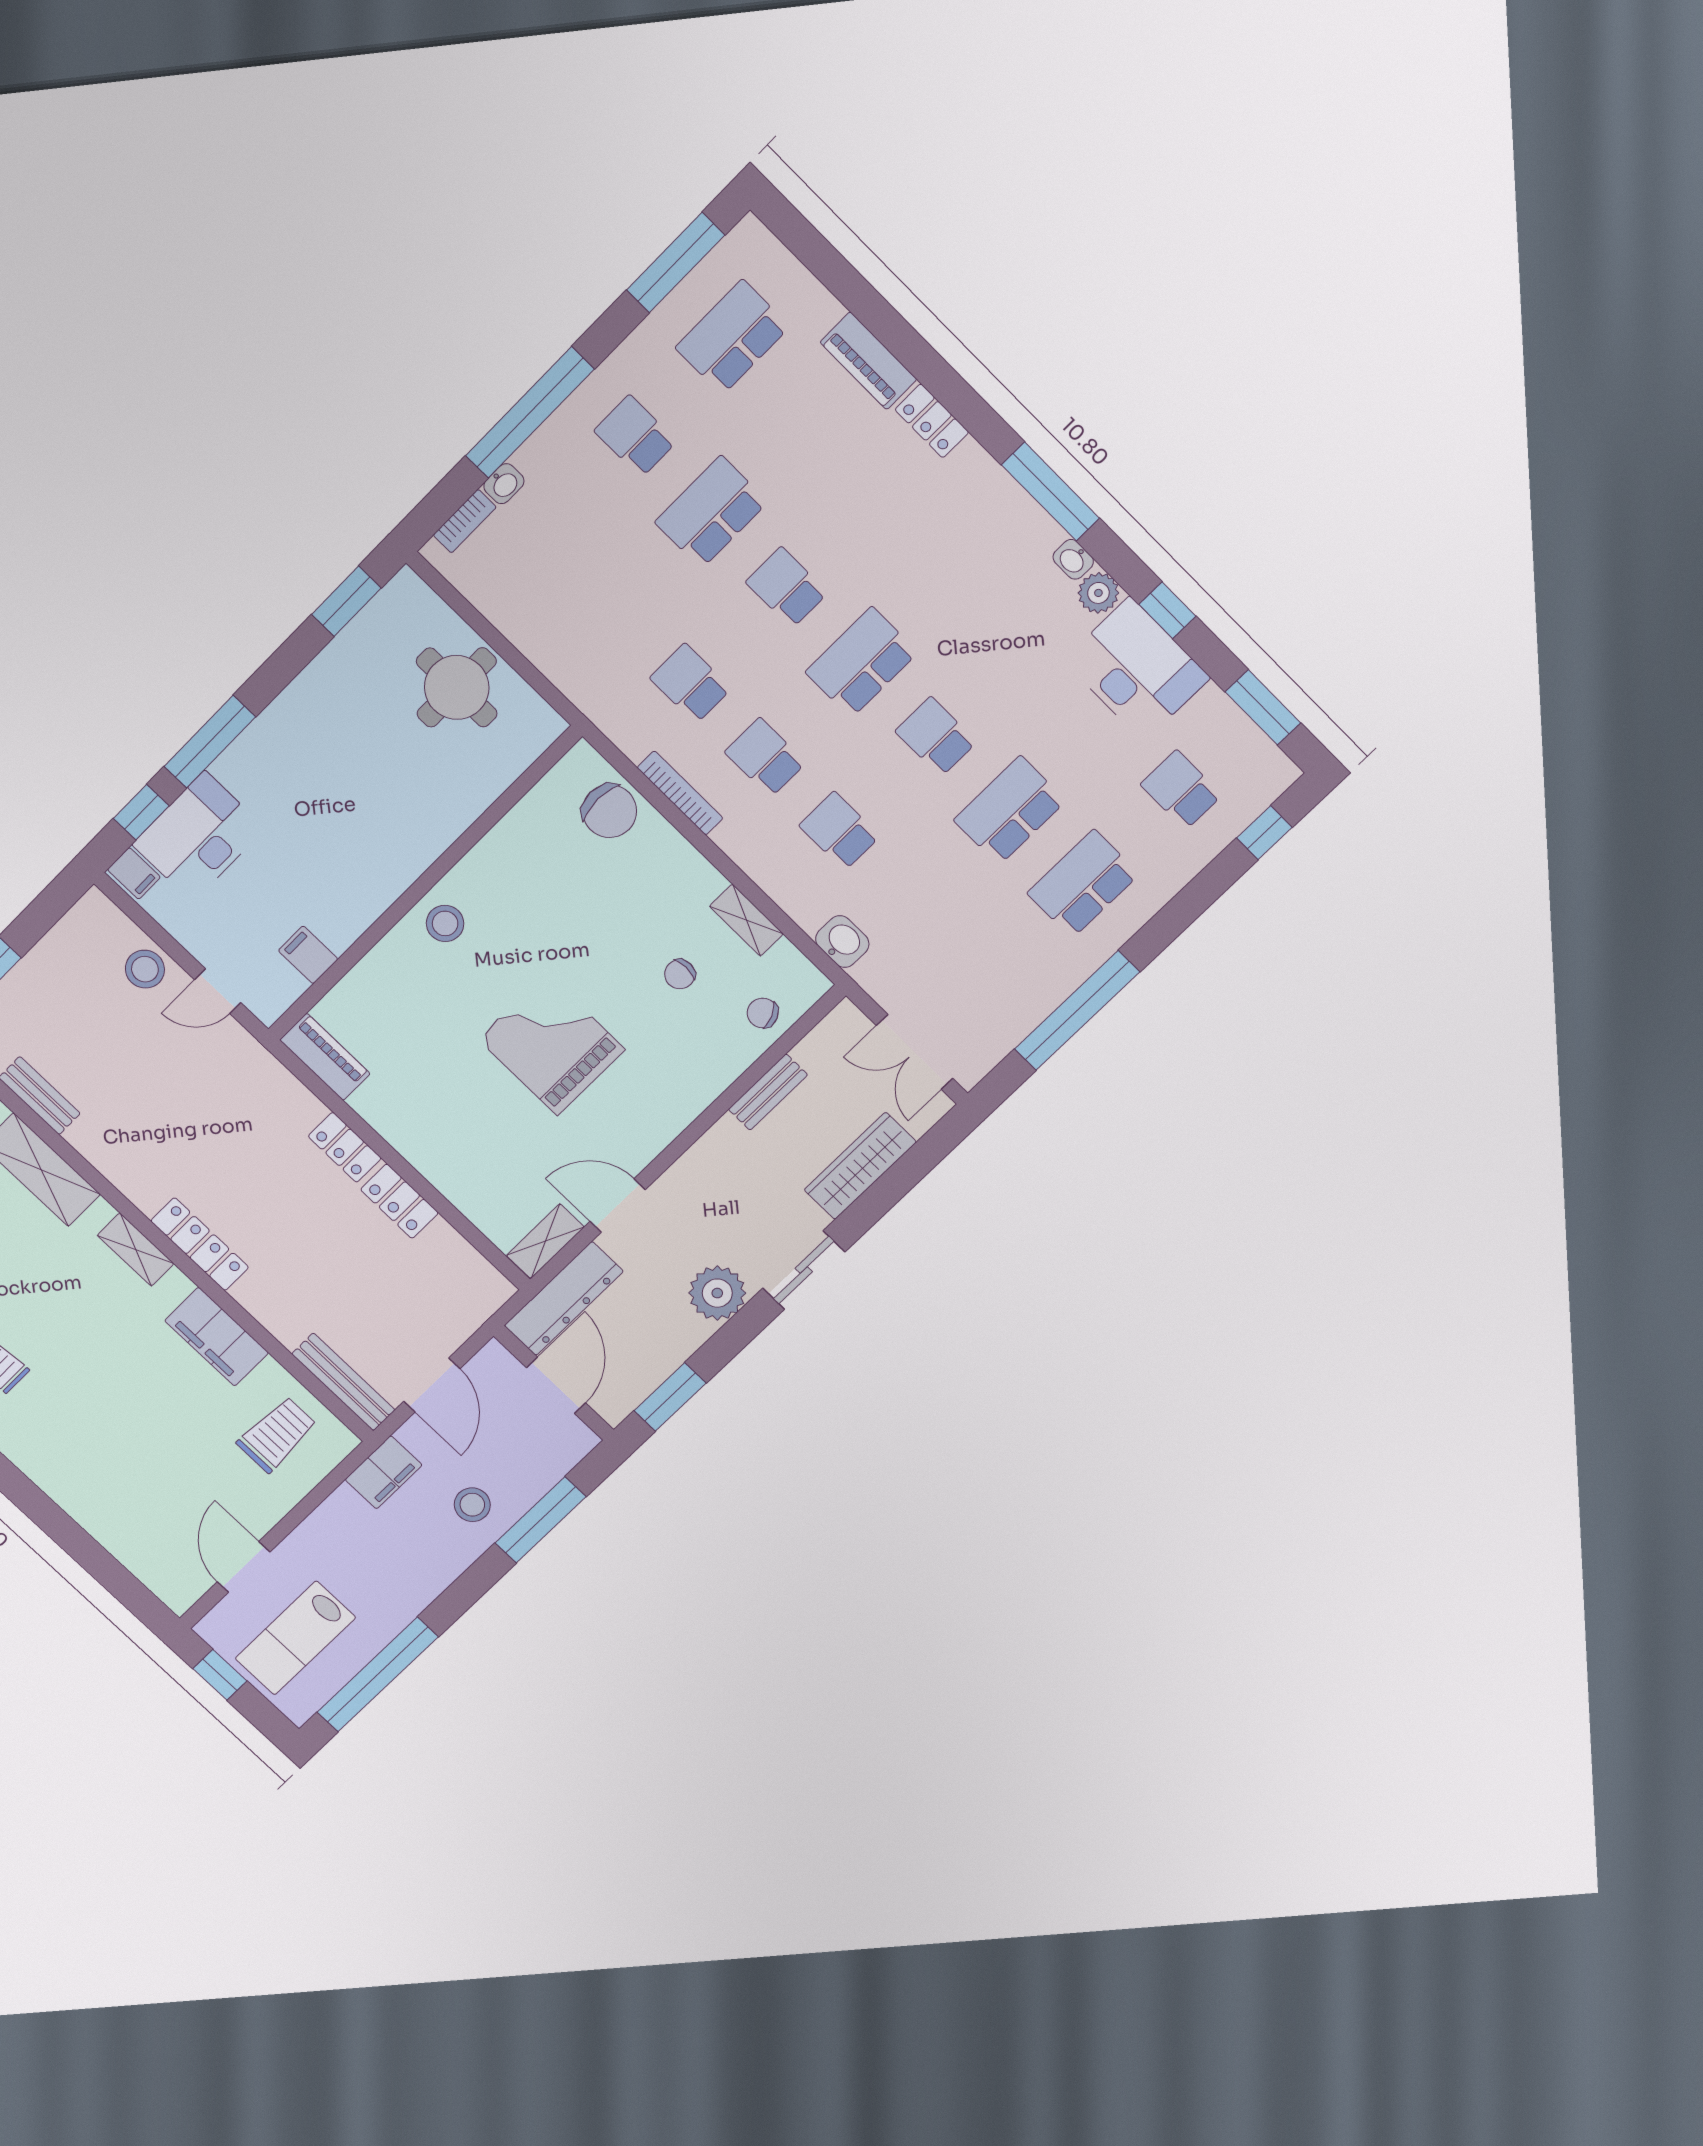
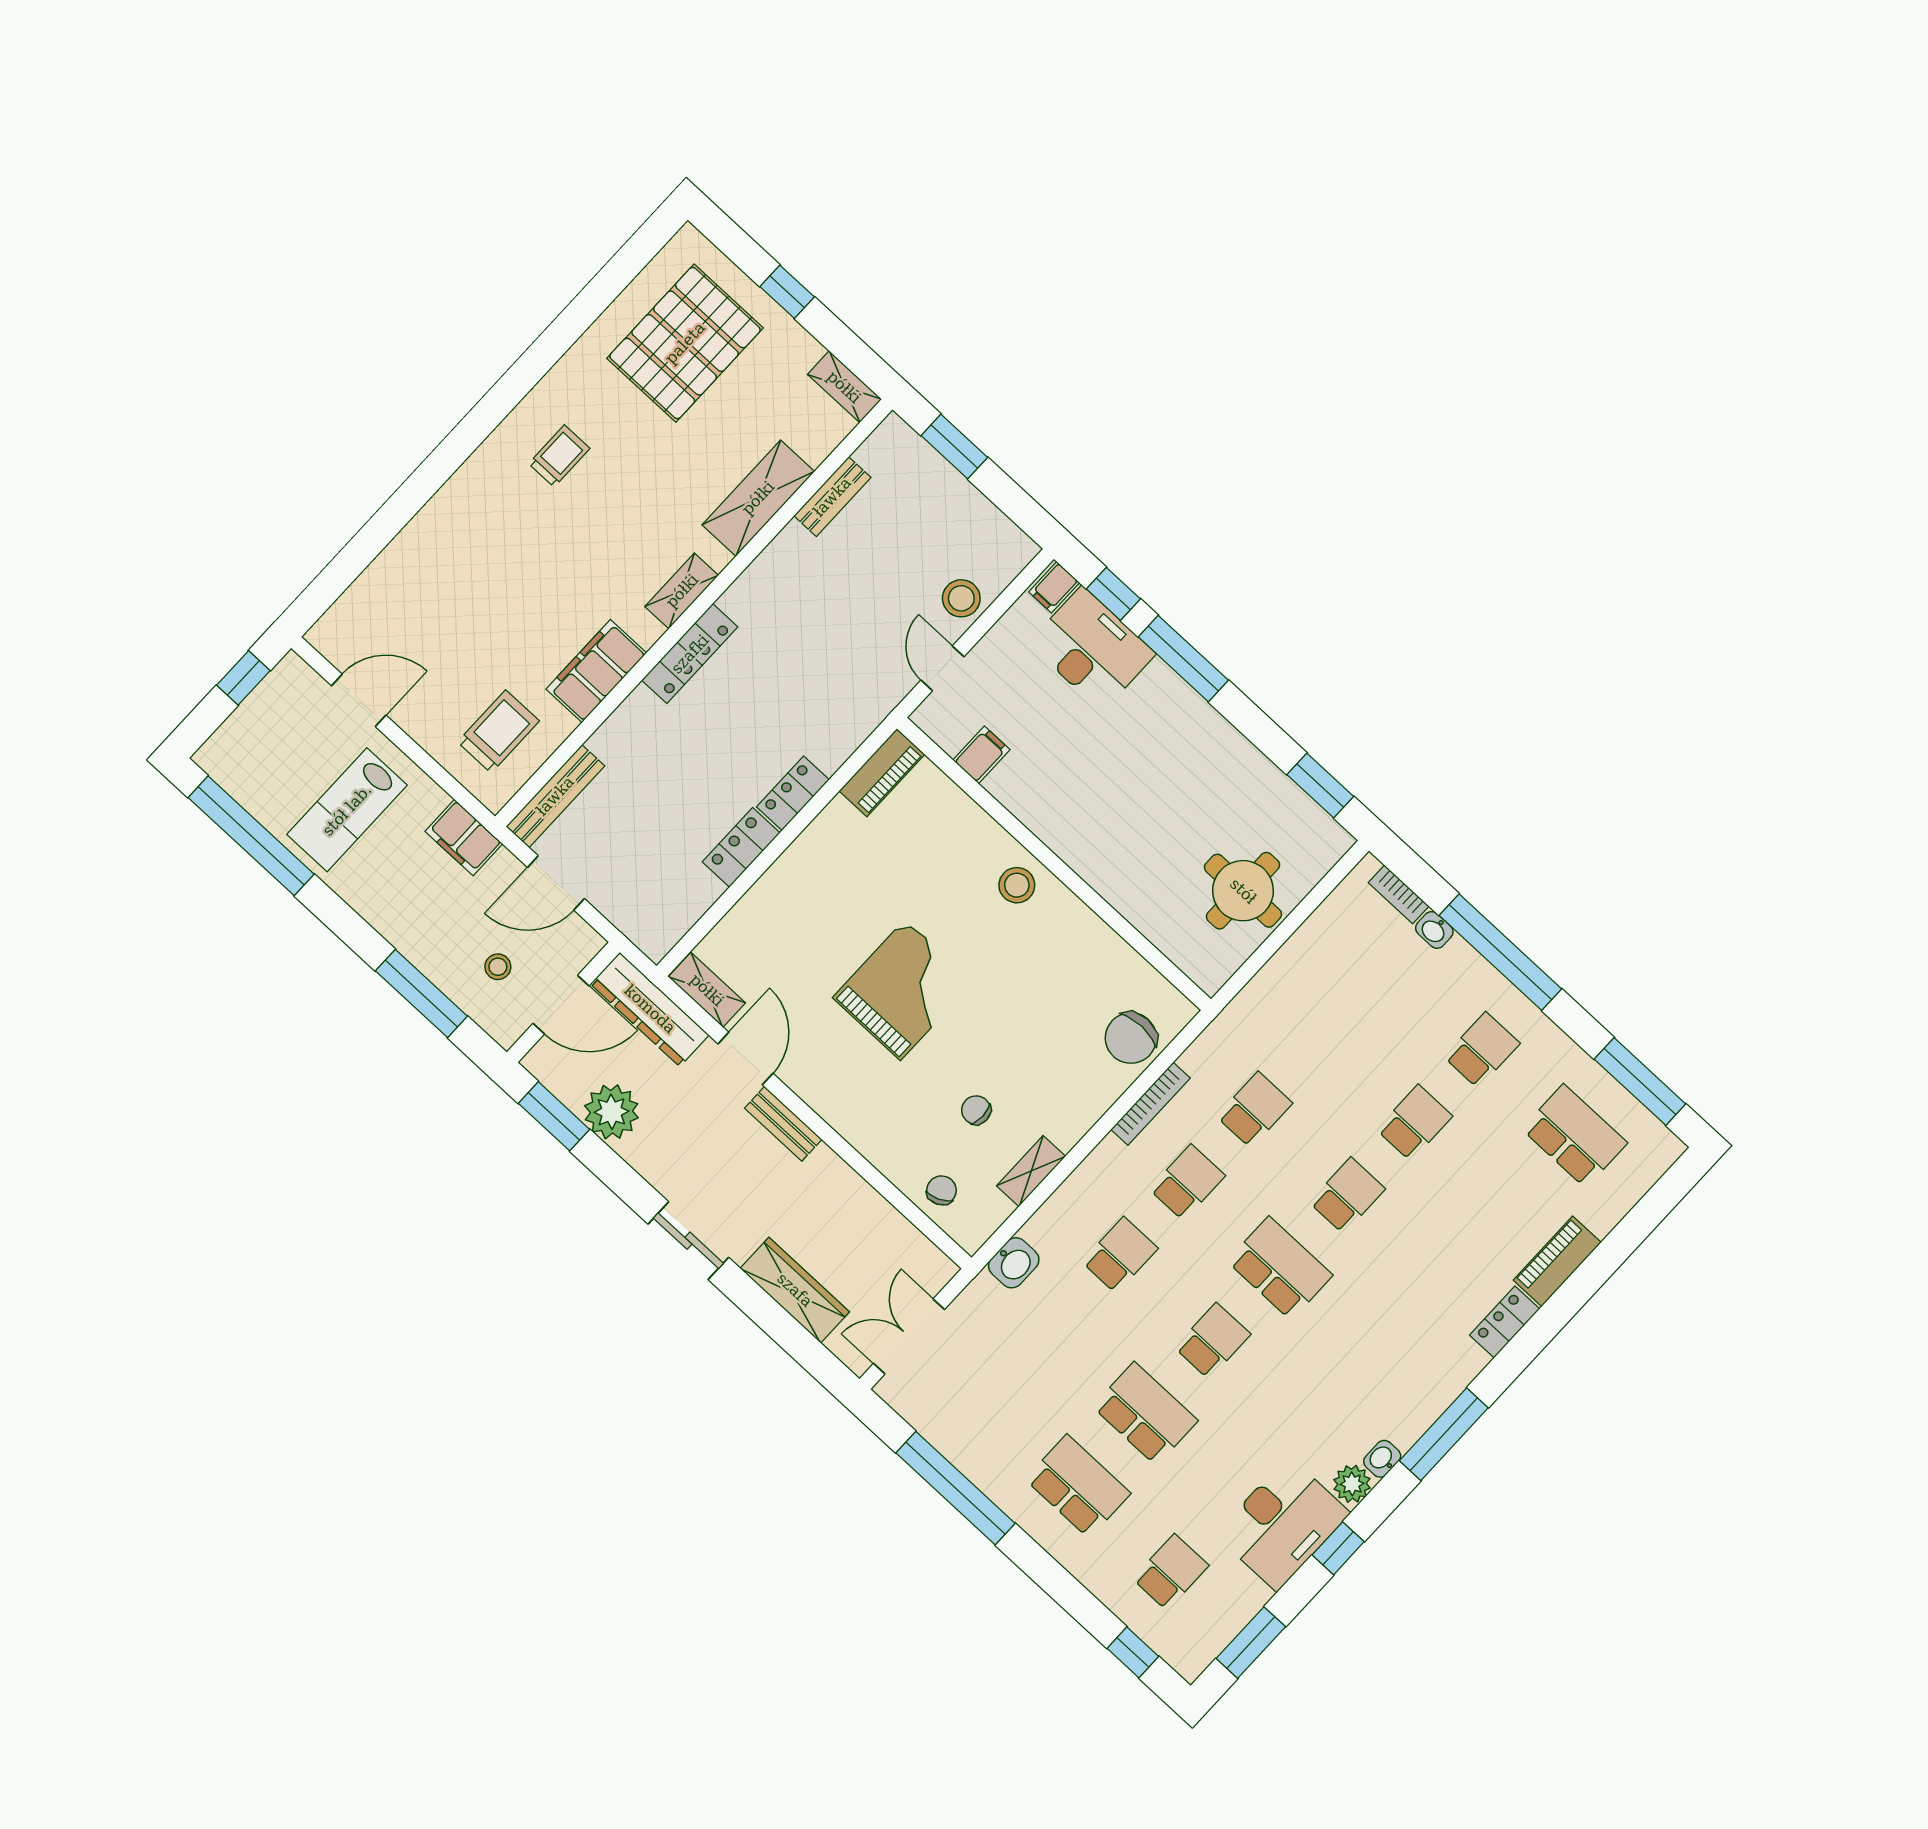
school desk: (711, 512) -> (1415, 1123), width x0.54
bench: (768, 1092) -> (783, 1124), moved
plant: (717, 1293) -> (611, 1112), moved
trolley: (277, 1434) -> (498, 732), turned -90
stool: (472, 1505) -> (498, 967), moved, width x0.73, depth x0.73
lab bench: (295, 1638) -> (347, 810), moved, turned -90

